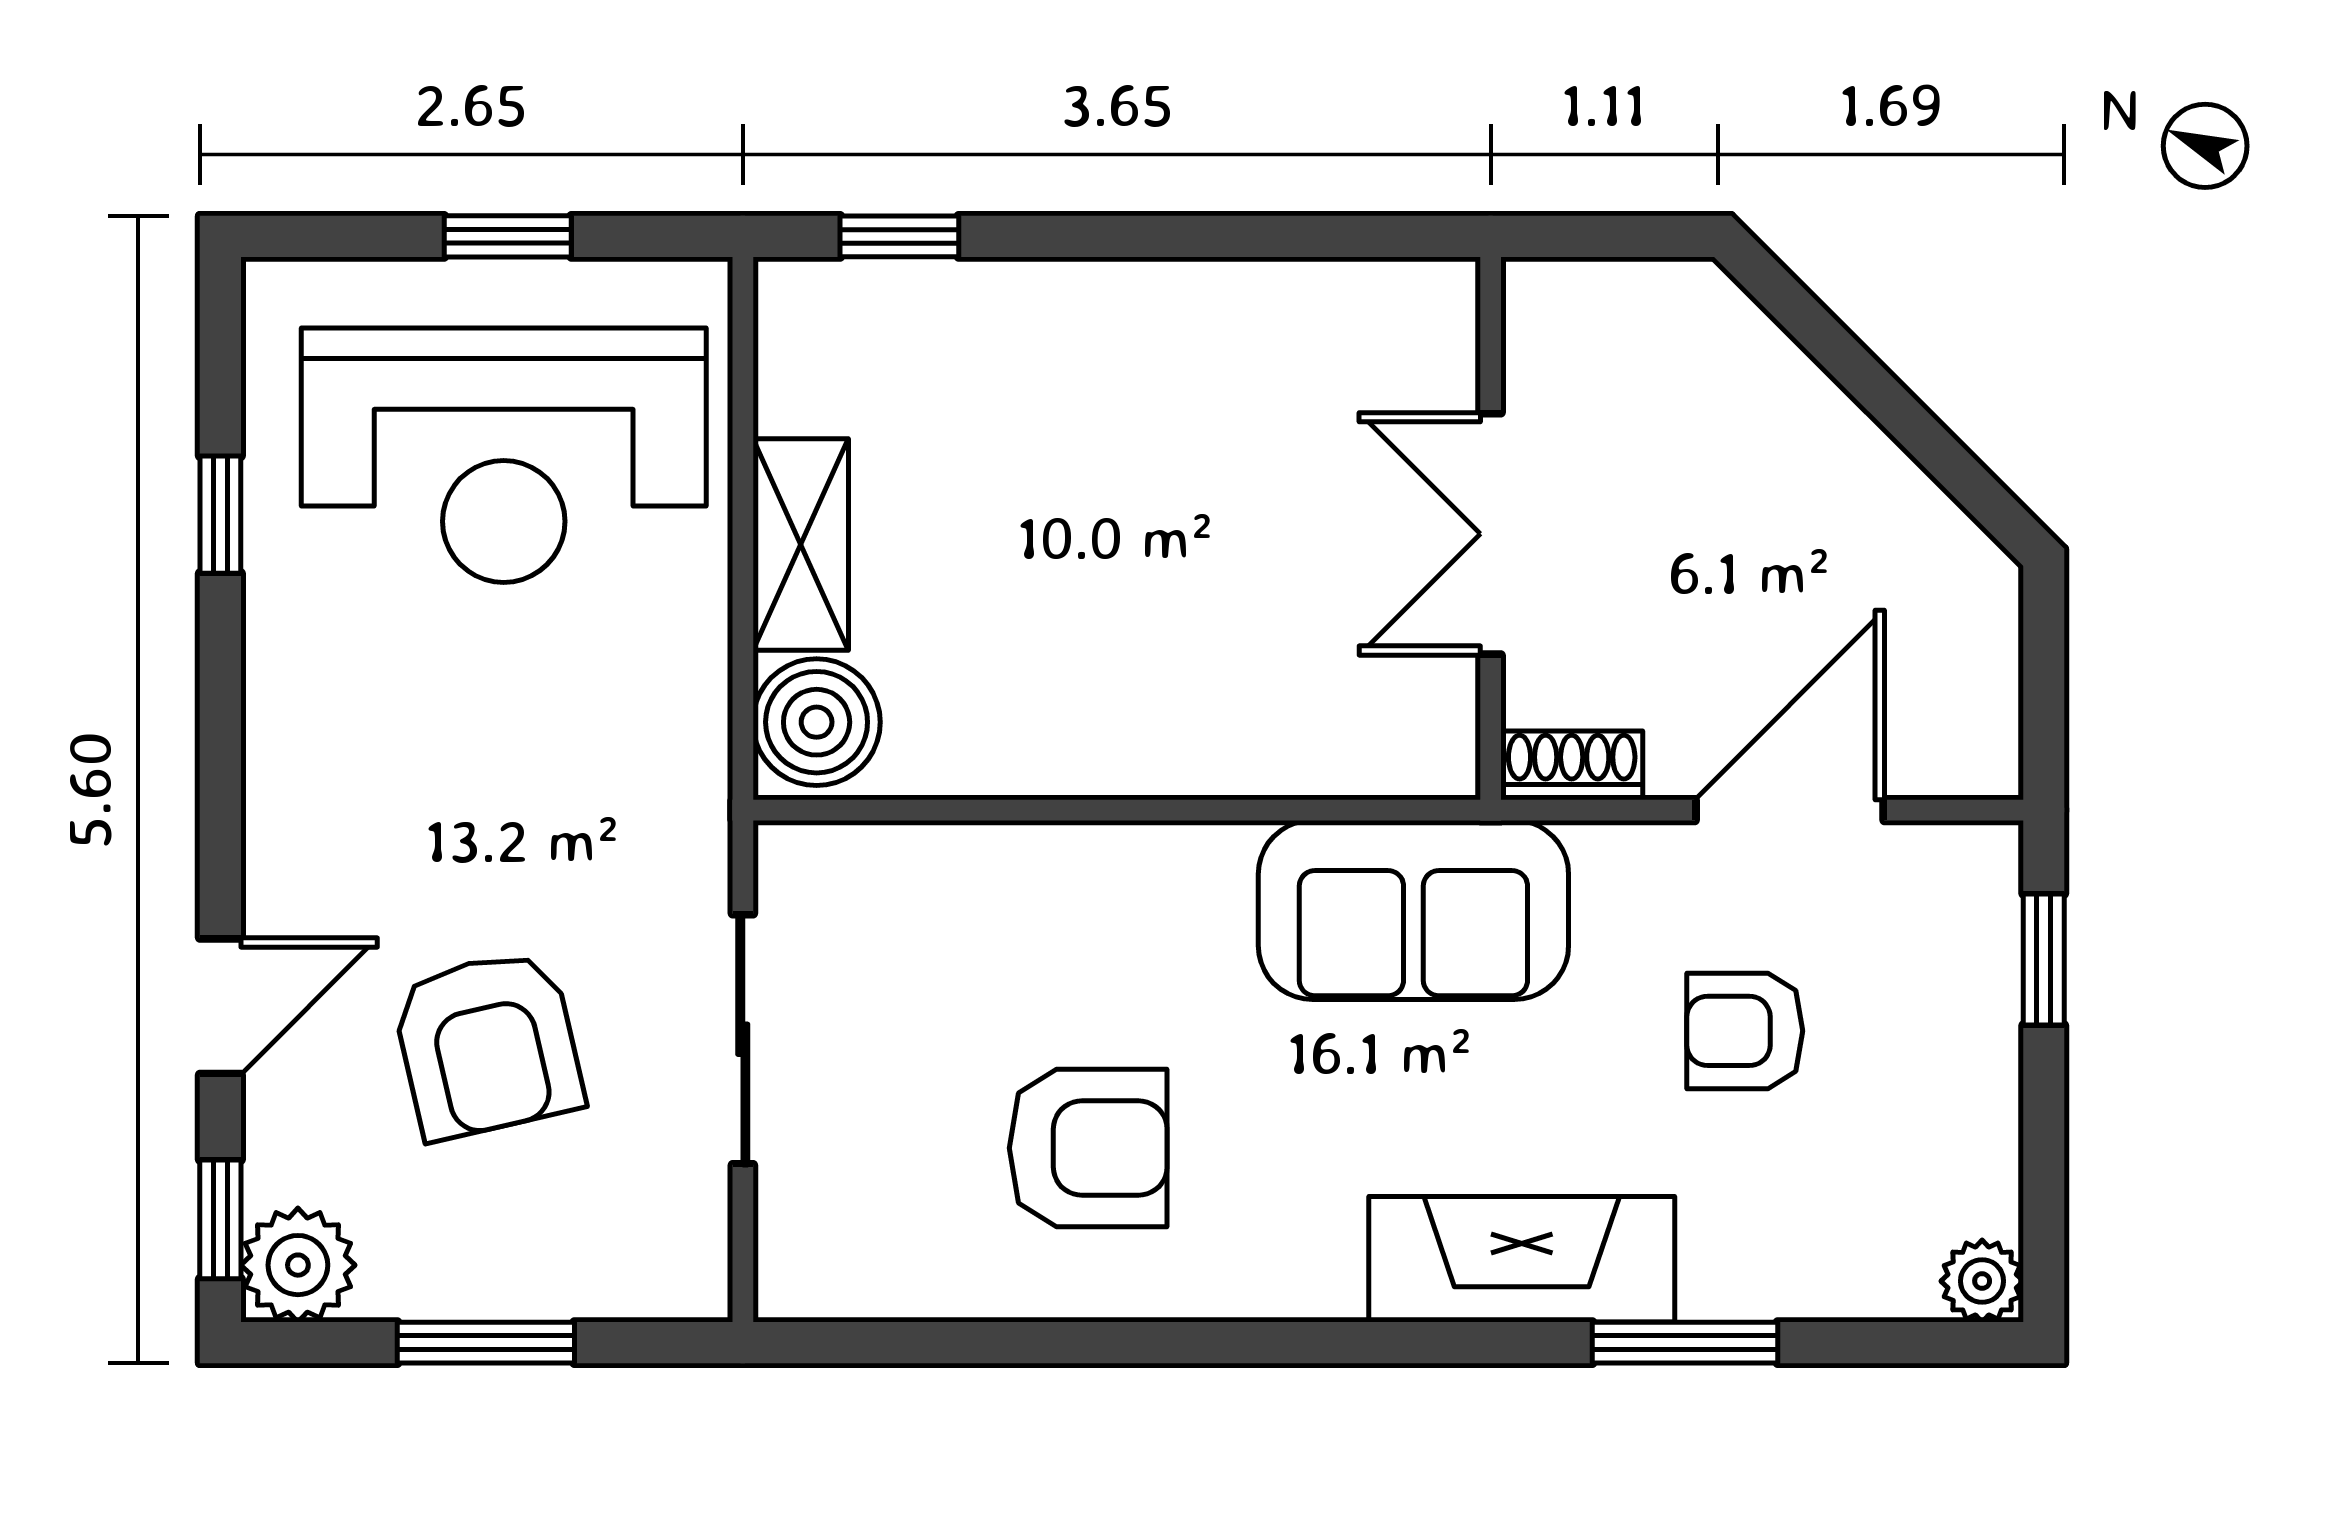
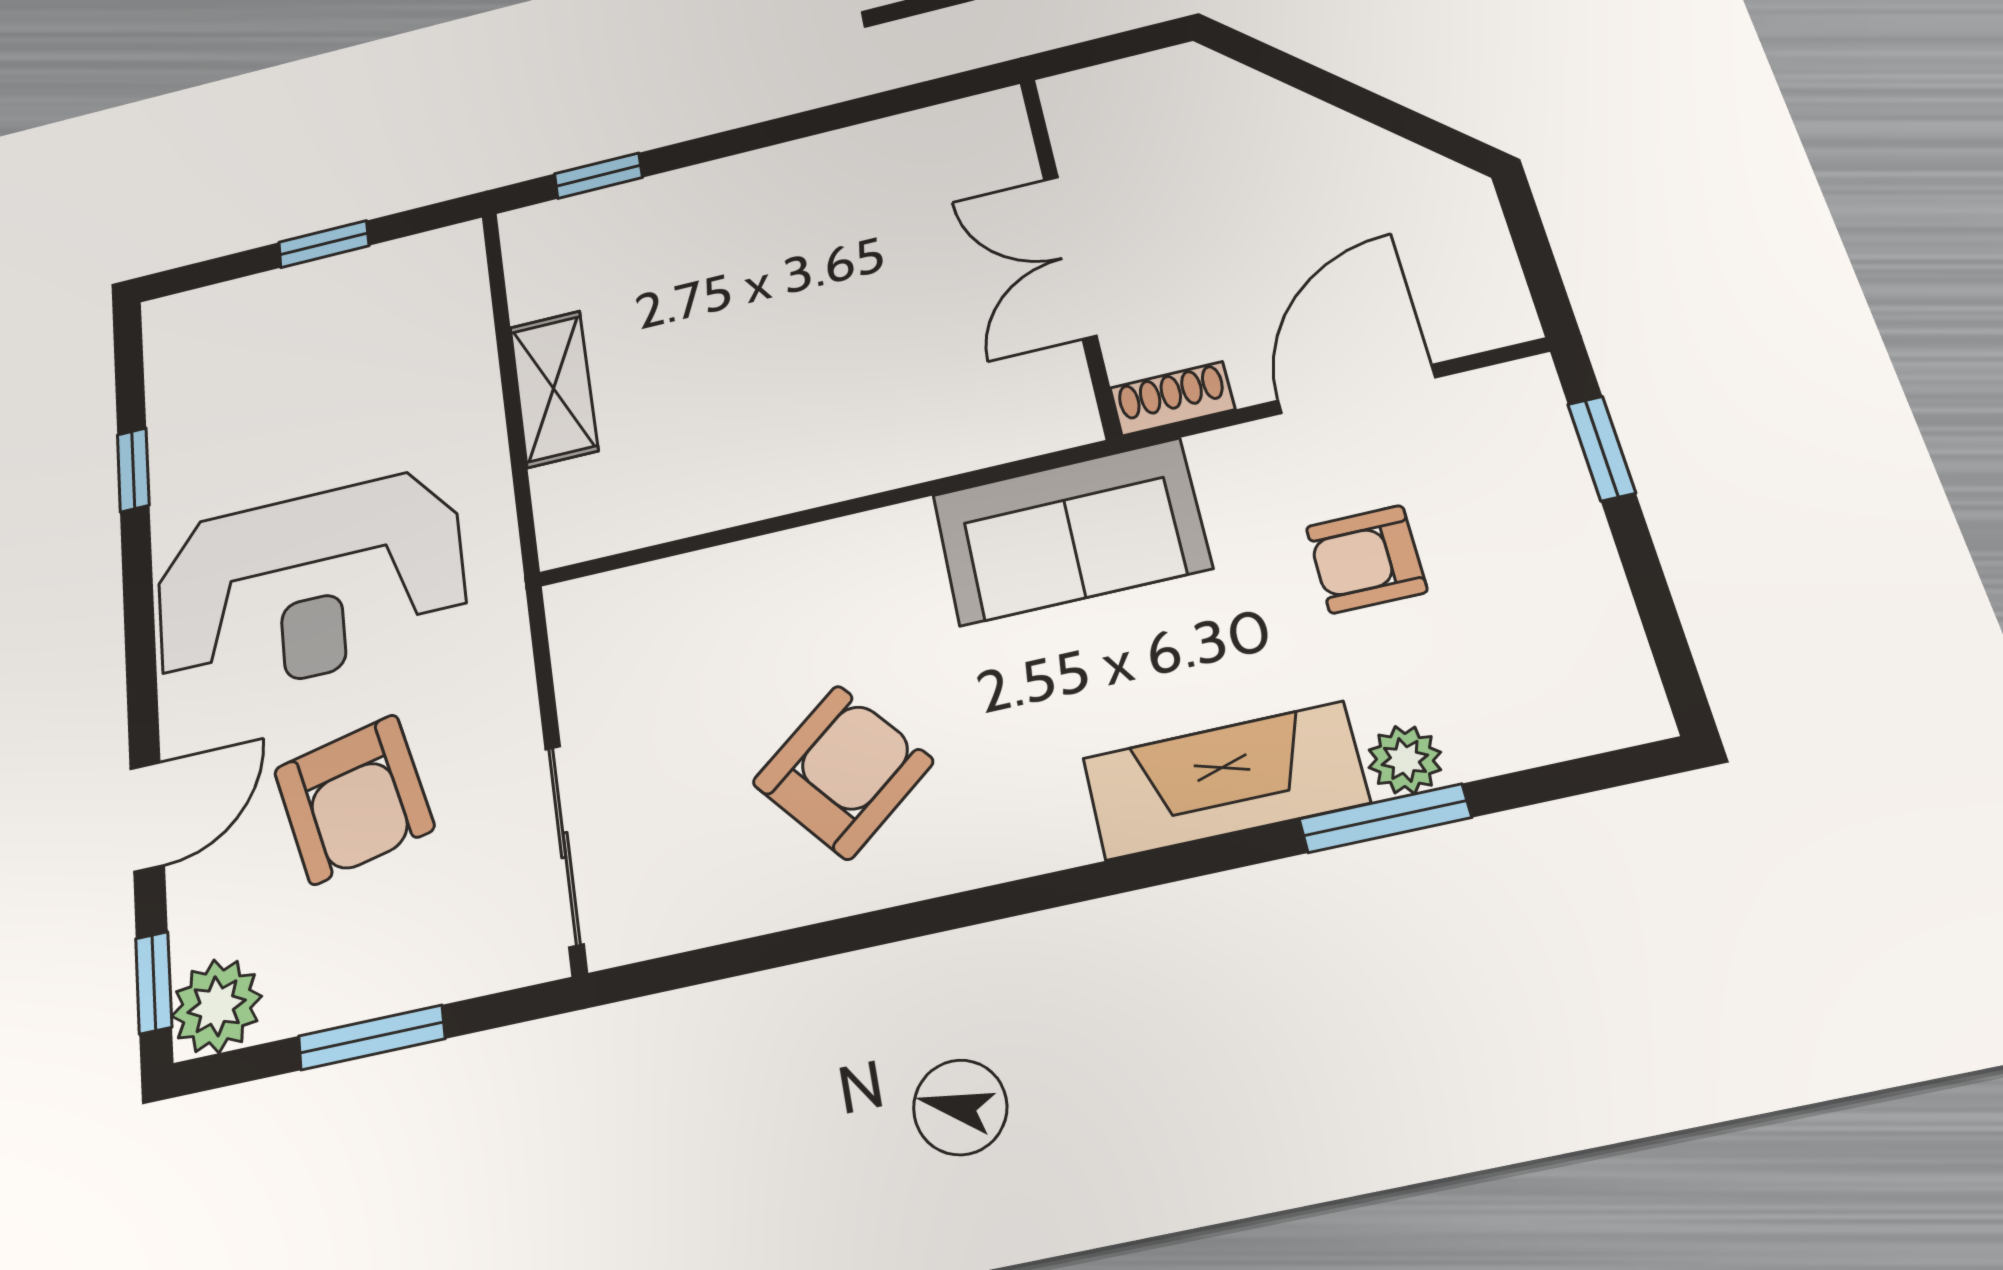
reception desk: (504, 455) -> (310, 585), moved
boiler: (817, 722) -> (581, 506), removed
sliding door: (743, 1039) -> (564, 845), moved
armchair: (1088, 1148) -> (843, 772), turned -39
plant: (1982, 1281) -> (1405, 760), moved

